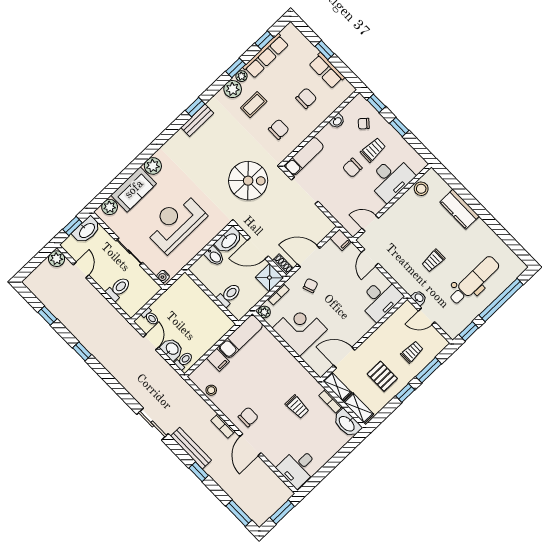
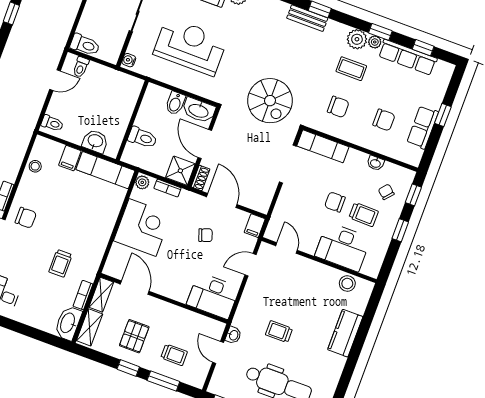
chair: (310, 286) -> (205, 235), moved
toilet: (118, 289) -> (85, 45), moved
washbasin: (172, 349) -> (95, 141), moved, turned -90

